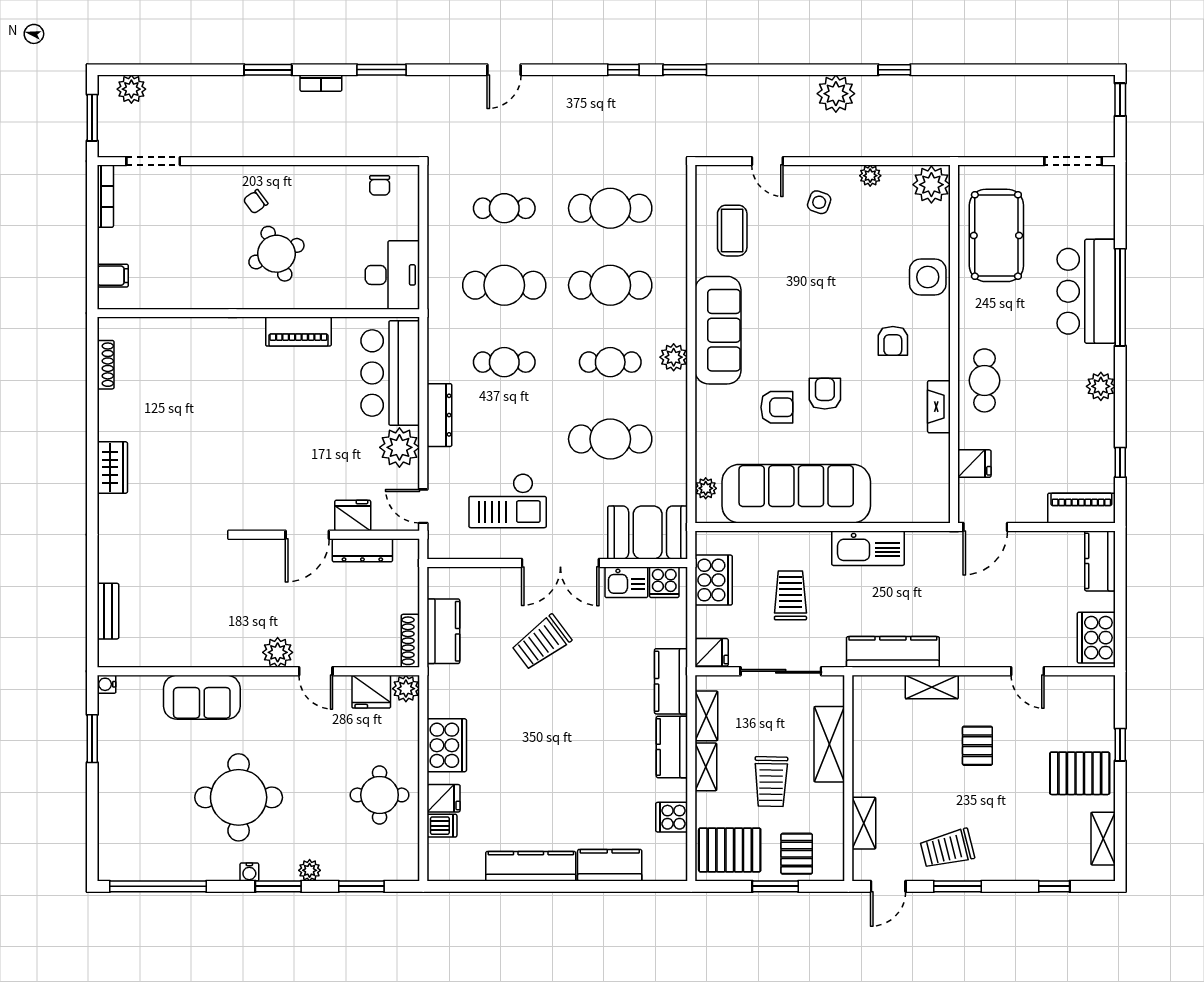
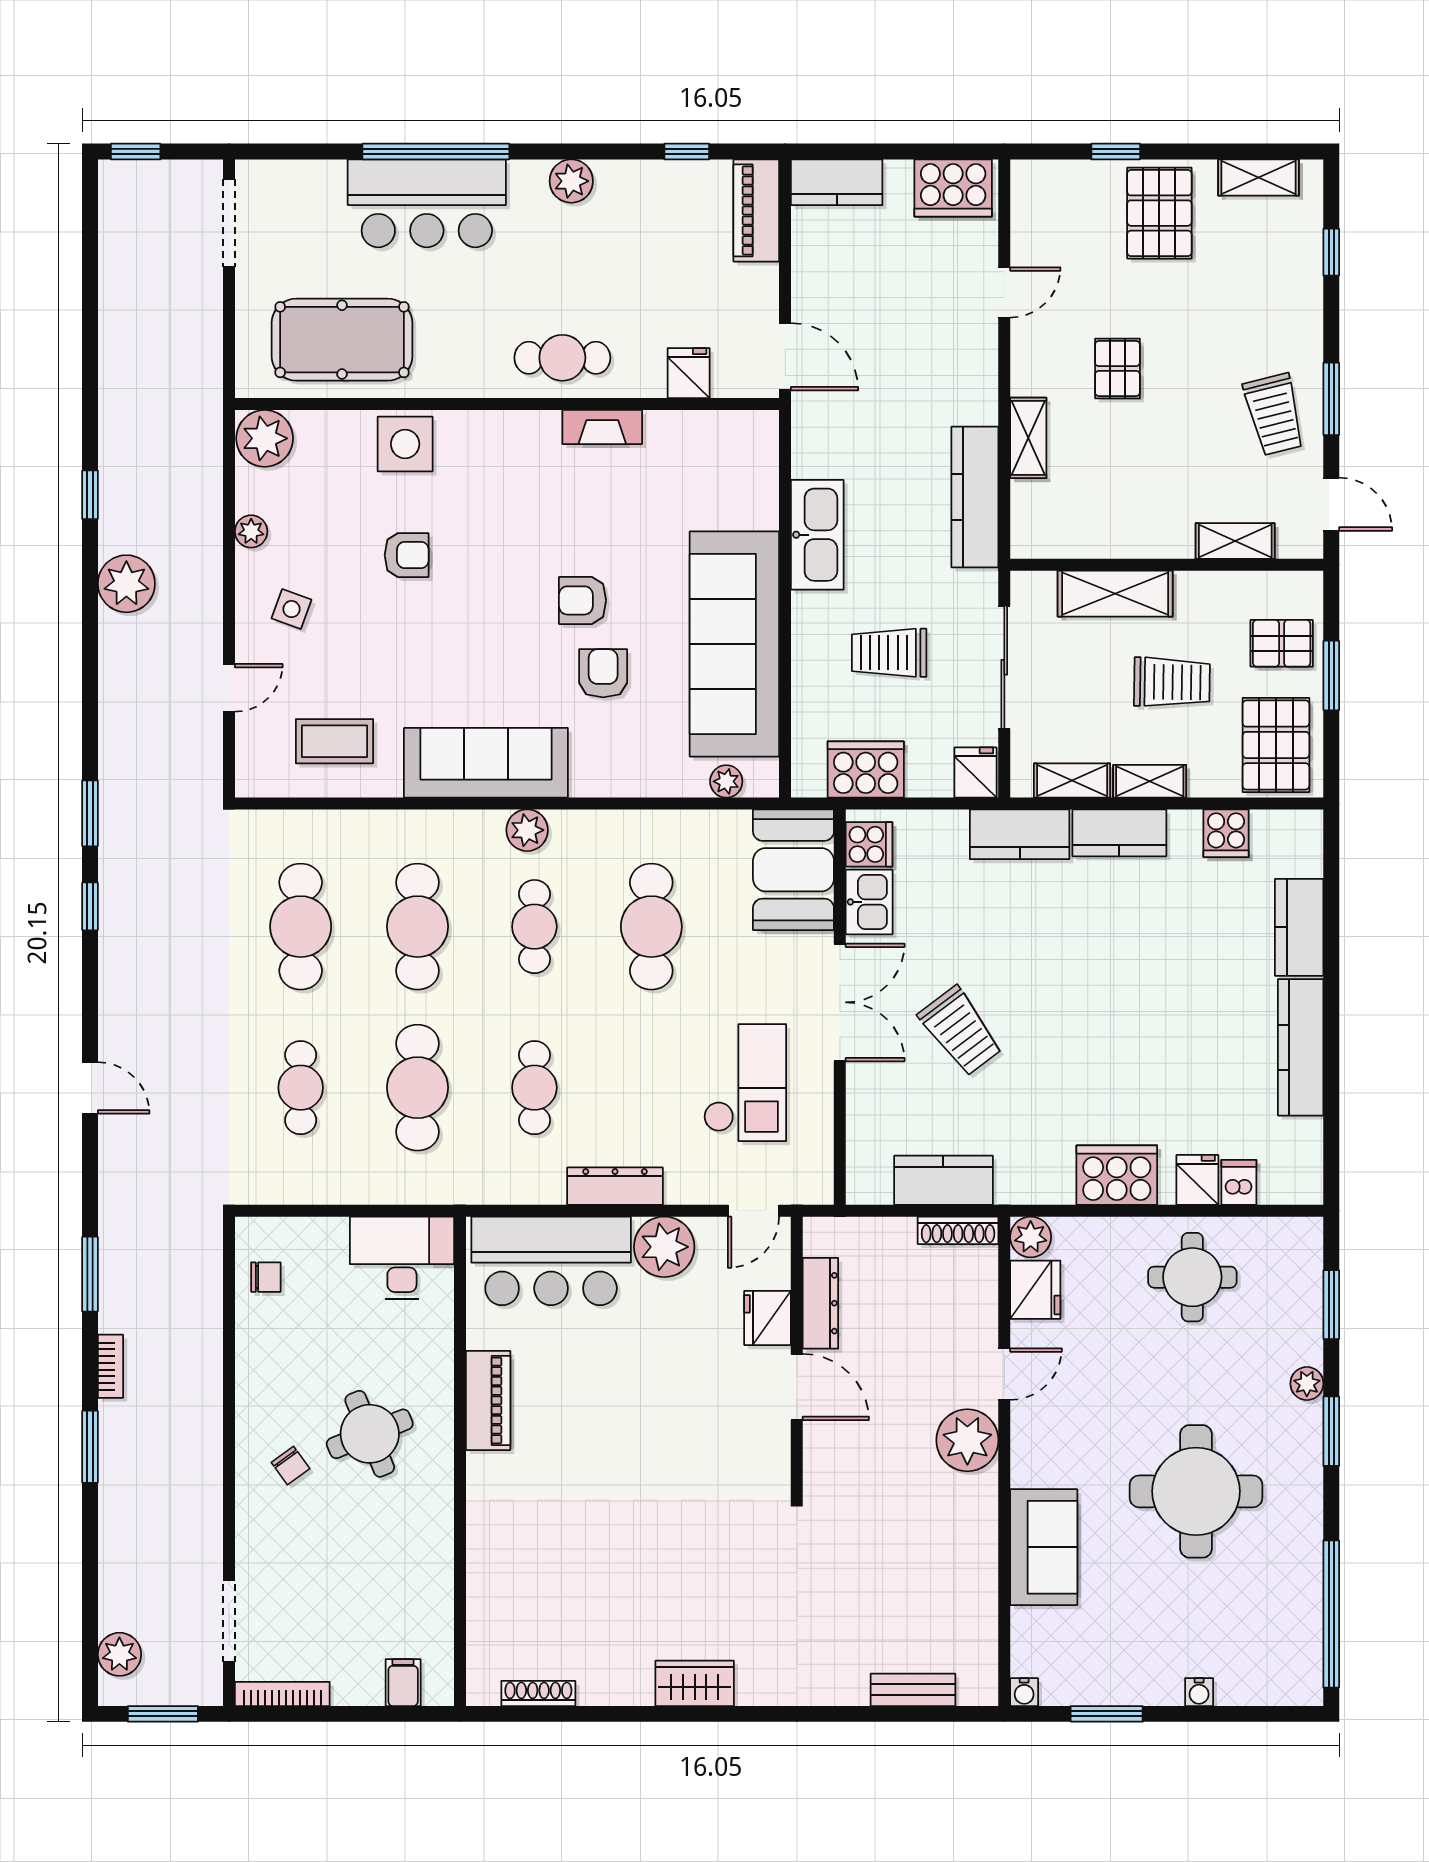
armchair: (893, 341) -> (407, 555), moved
plant: (278, 652) -> (967, 1440), width x1.36, depth x1.36
pallet: (977, 746) -> (1117, 369), turned 90
water cooler: (249, 872) -> (1199, 1692), moved, turned 90

